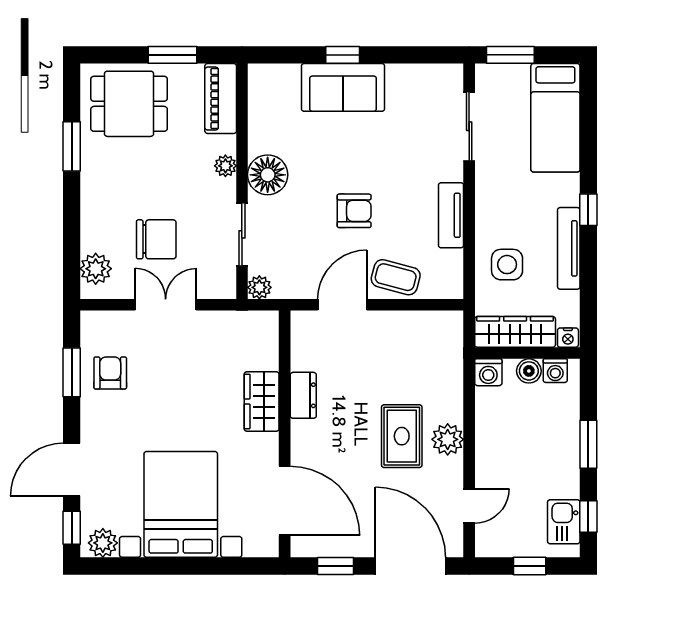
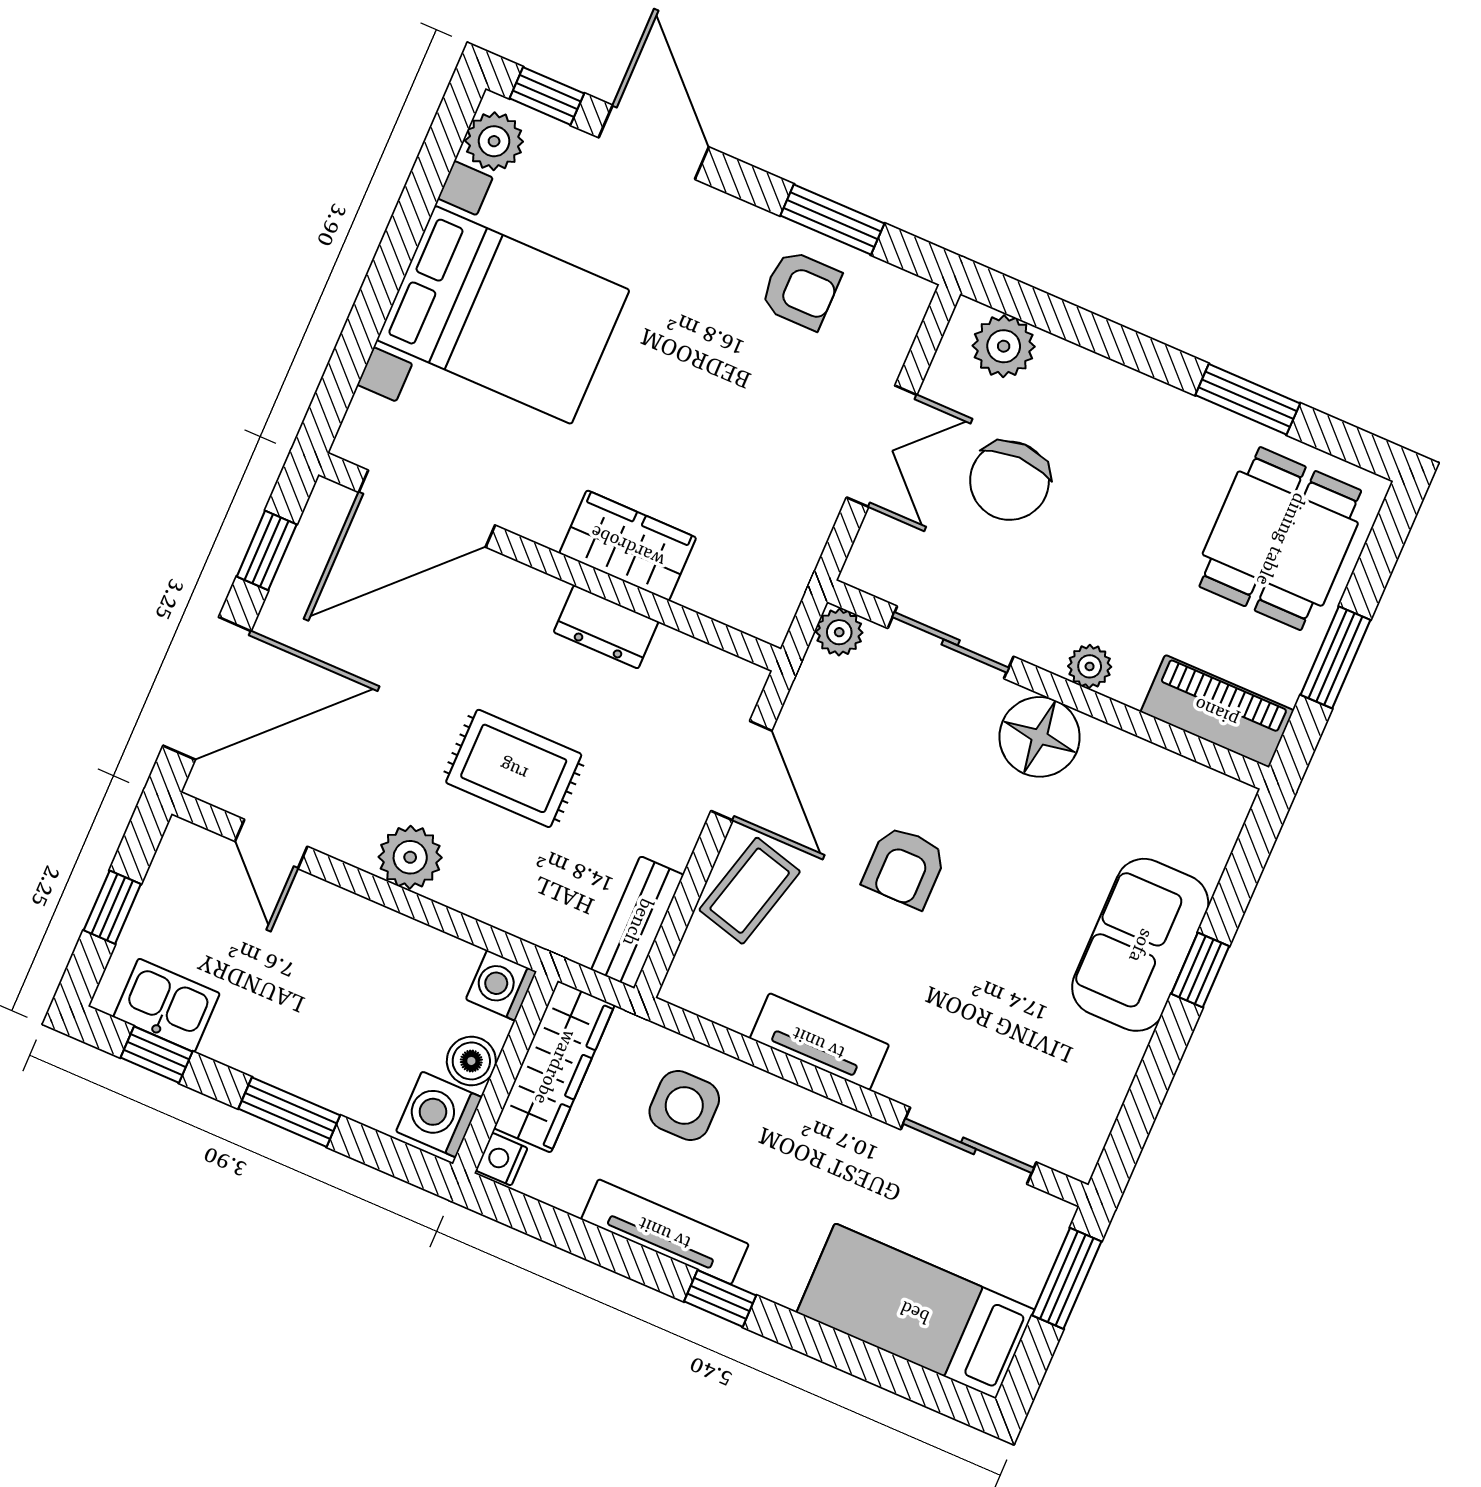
bench: (432, 322) -> (637, 922), added
washing machine: (555, 371) -> (439, 1114), width x1.38, depth x1.38
rug: (402, 436) -> (514, 768), moved

